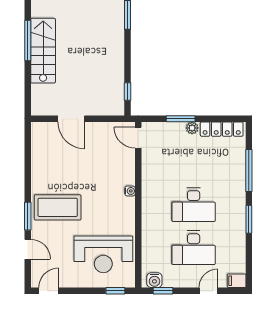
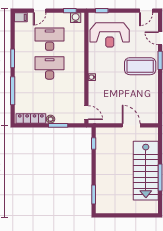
stairs: (43, 51) -> (146, 171), width x1.36, depth x1.51
reception desk: (103, 254) -> (110, 35), turned 180

